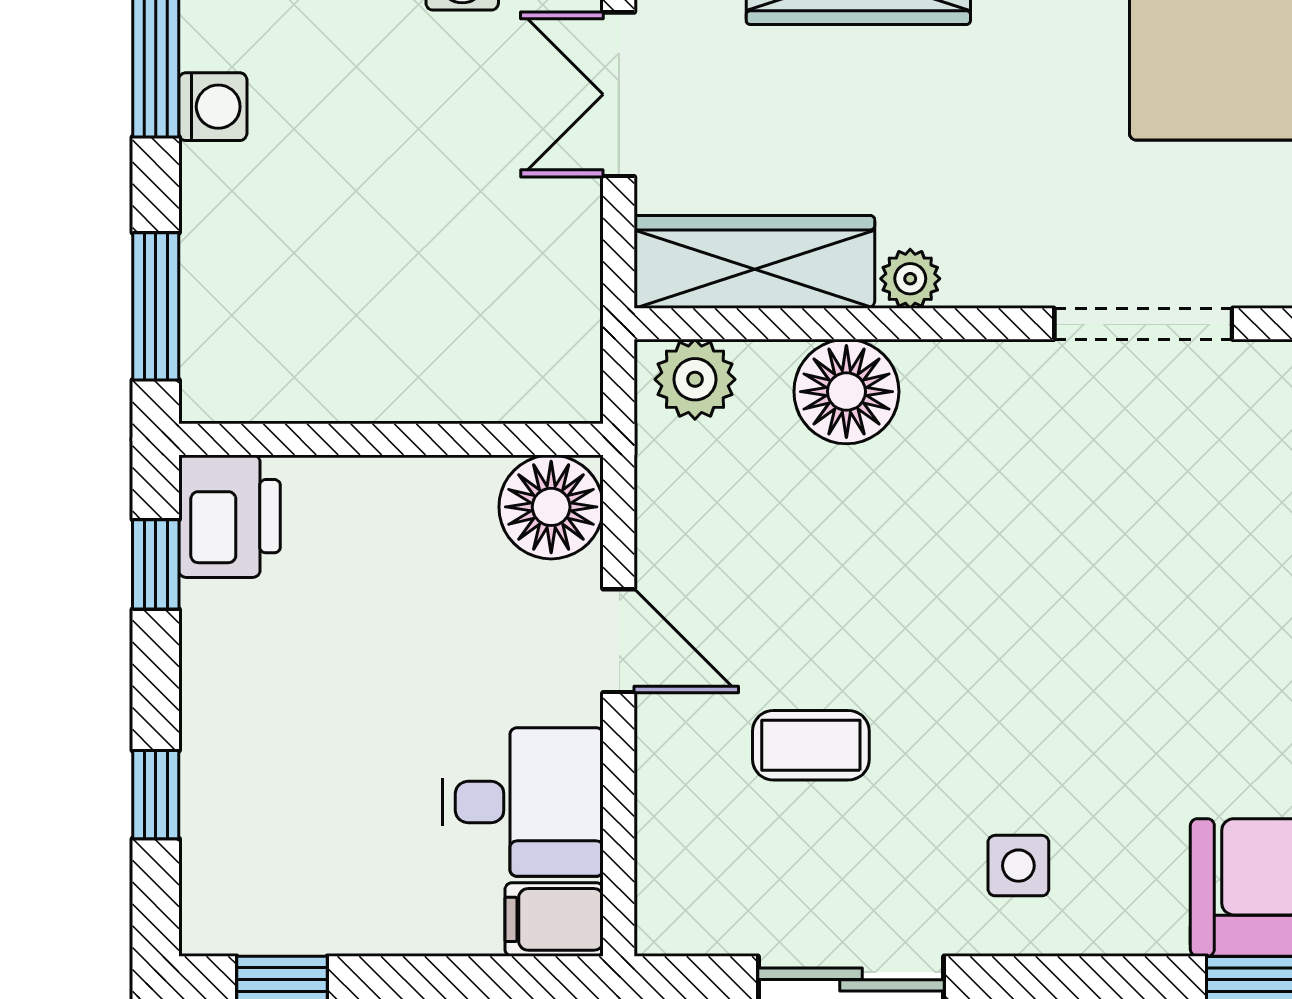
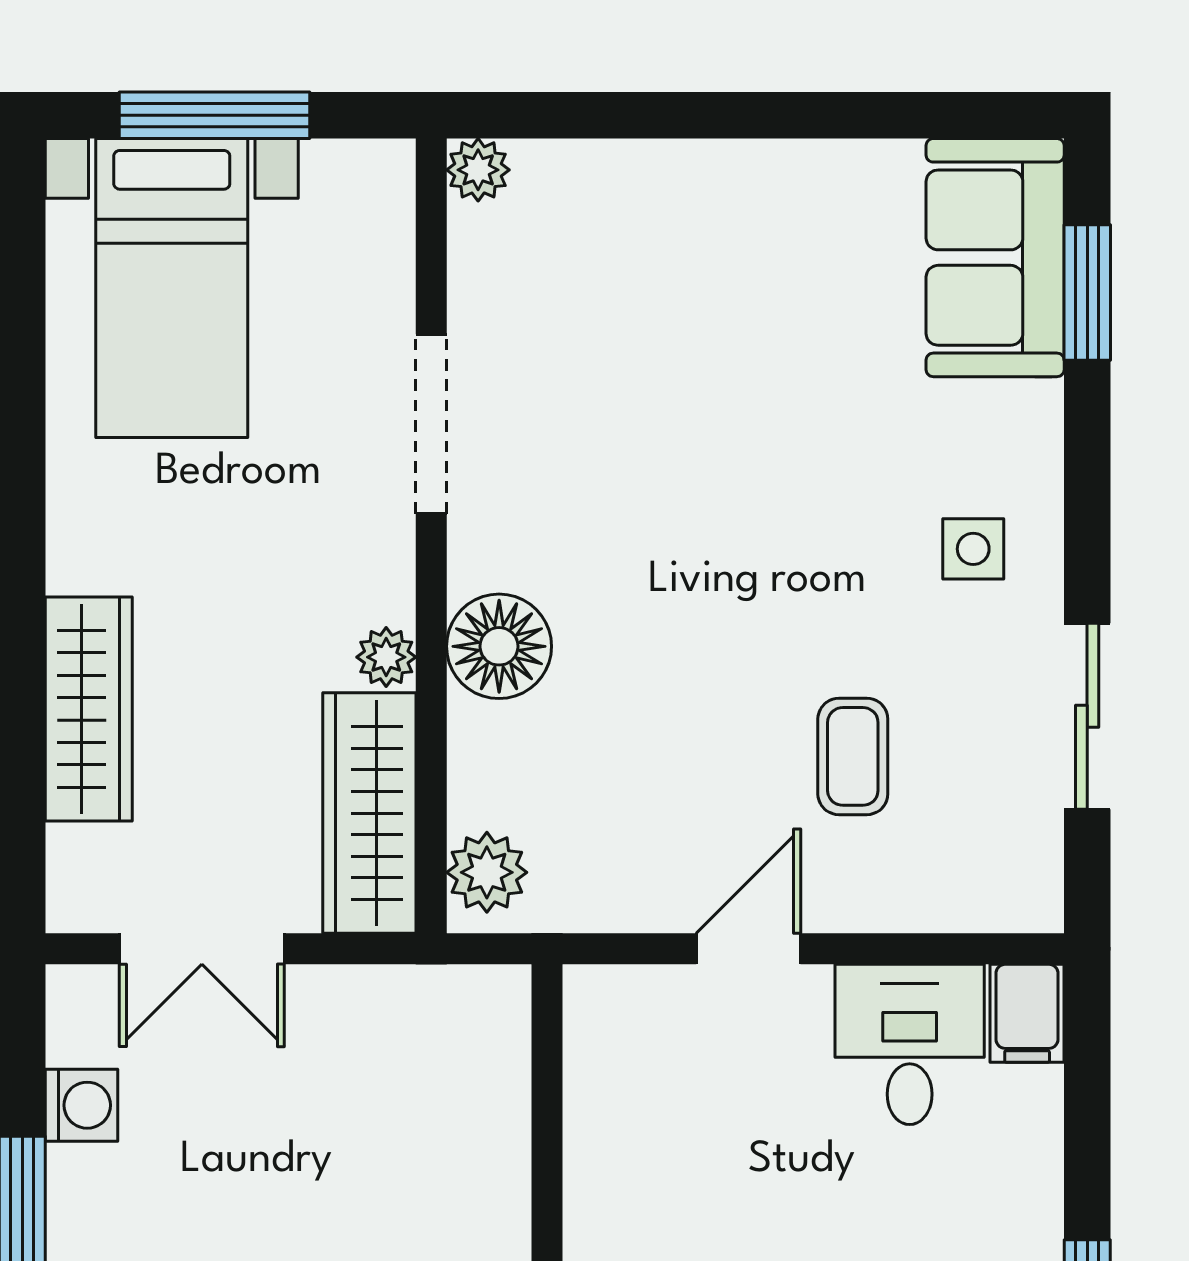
floor lamp: (846, 392) -> (499, 646), moved
floor lamp: (551, 507) -> (614, 1016), removed

